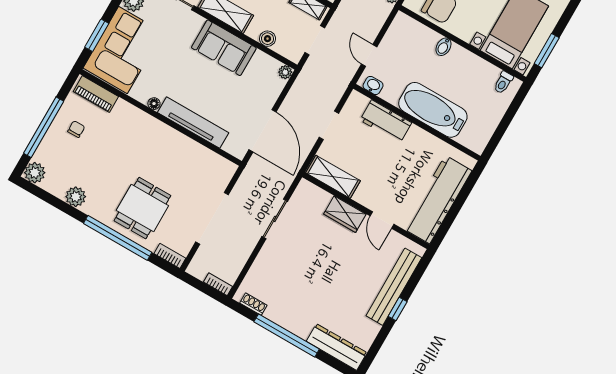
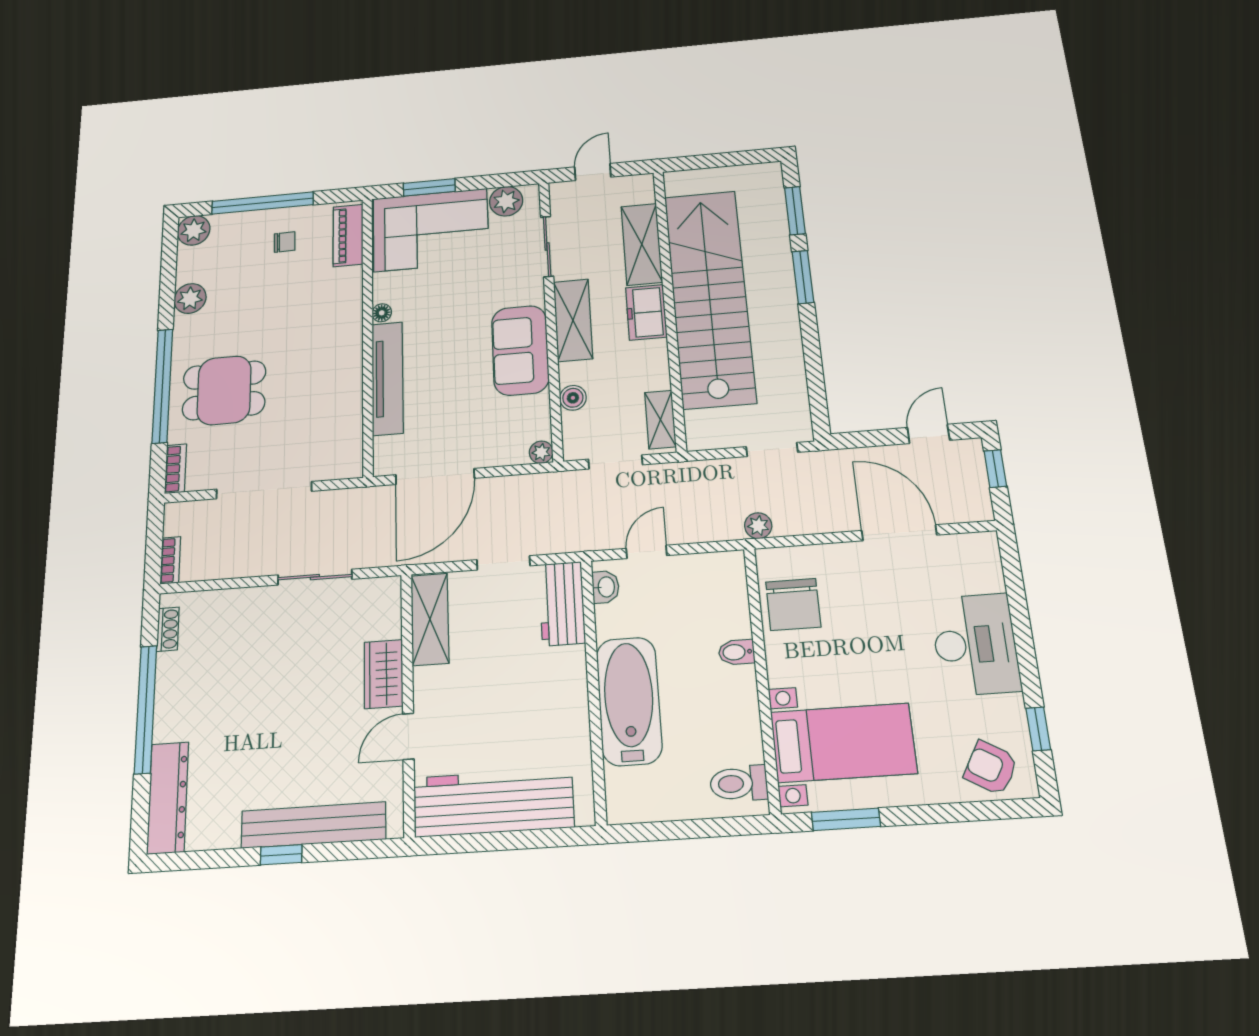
toilet: (503, 82) -> (739, 783), width x1.37, depth x1.39
workbench: (386, 121) -> (562, 604), moved

